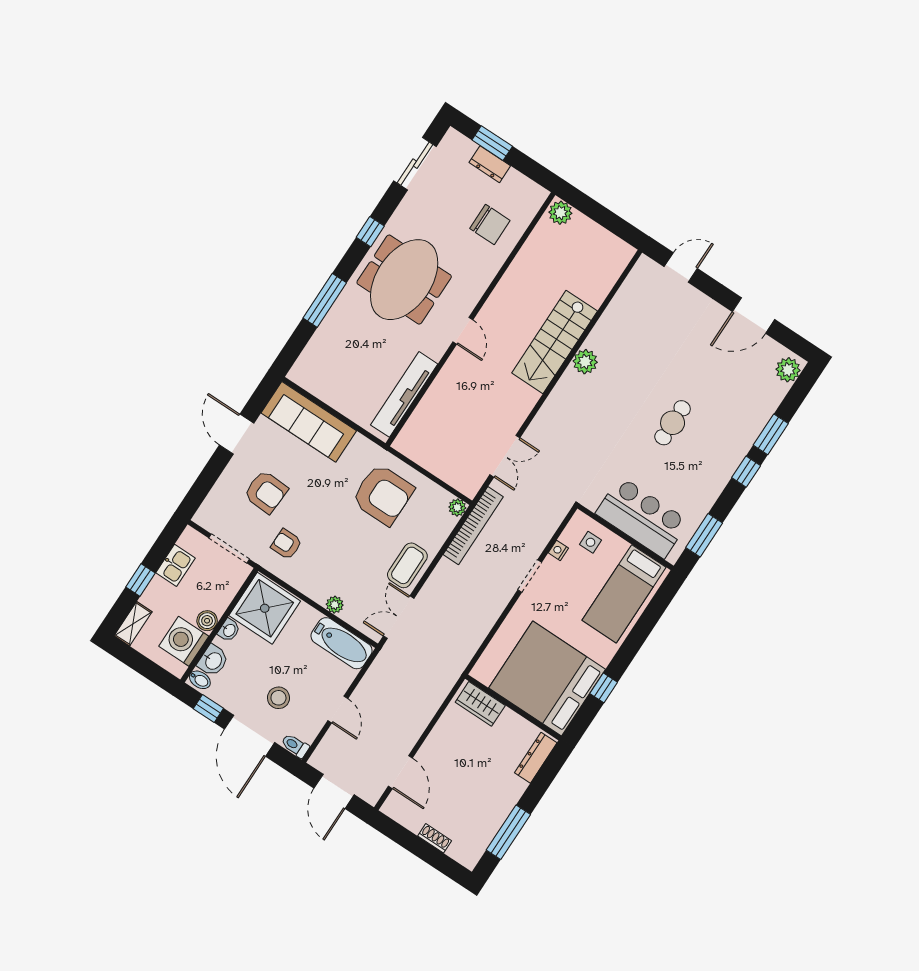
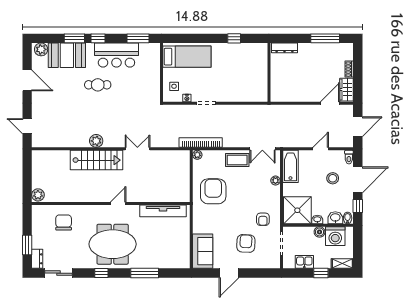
dresser: (490, 164) -> (37, 259), moved
booth: (752, 405) -> (67, 55), added
sofa: (309, 422) -> (203, 251), width x0.73
double door: (505, 456) -> (137, 149), moved
bar counter: (642, 517) -> (116, 55), moved, turned -90
bed: (547, 679) -> (246, 66), removed
wardrobe: (480, 704) -> (346, 90), moved, turned 180

